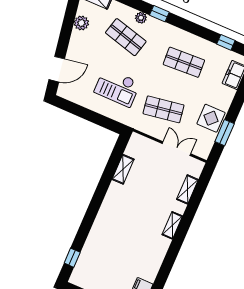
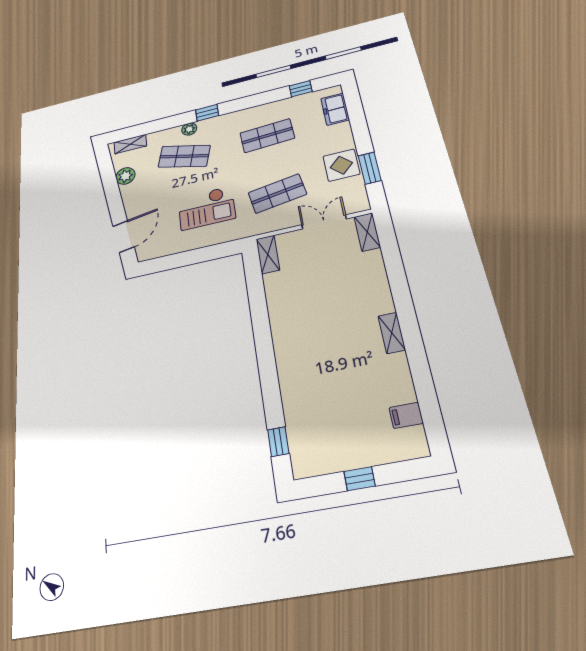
shelving: (123, 169) -> (268, 254), moved
shelving: (187, 189) -> (367, 232), moved
shelving: (172, 225) -> (392, 333), moved

